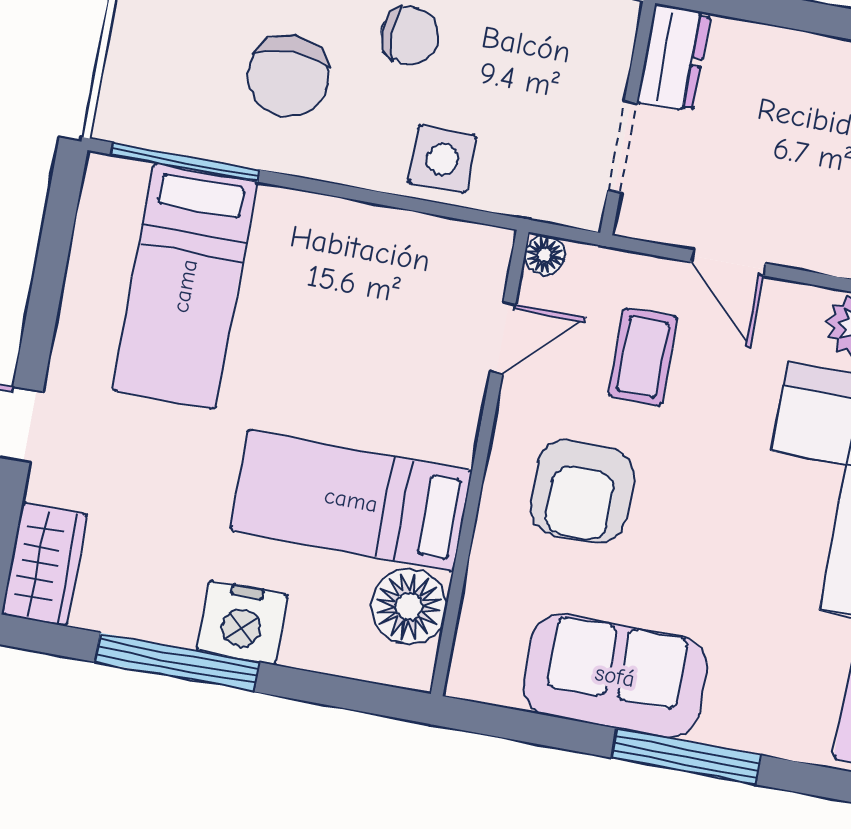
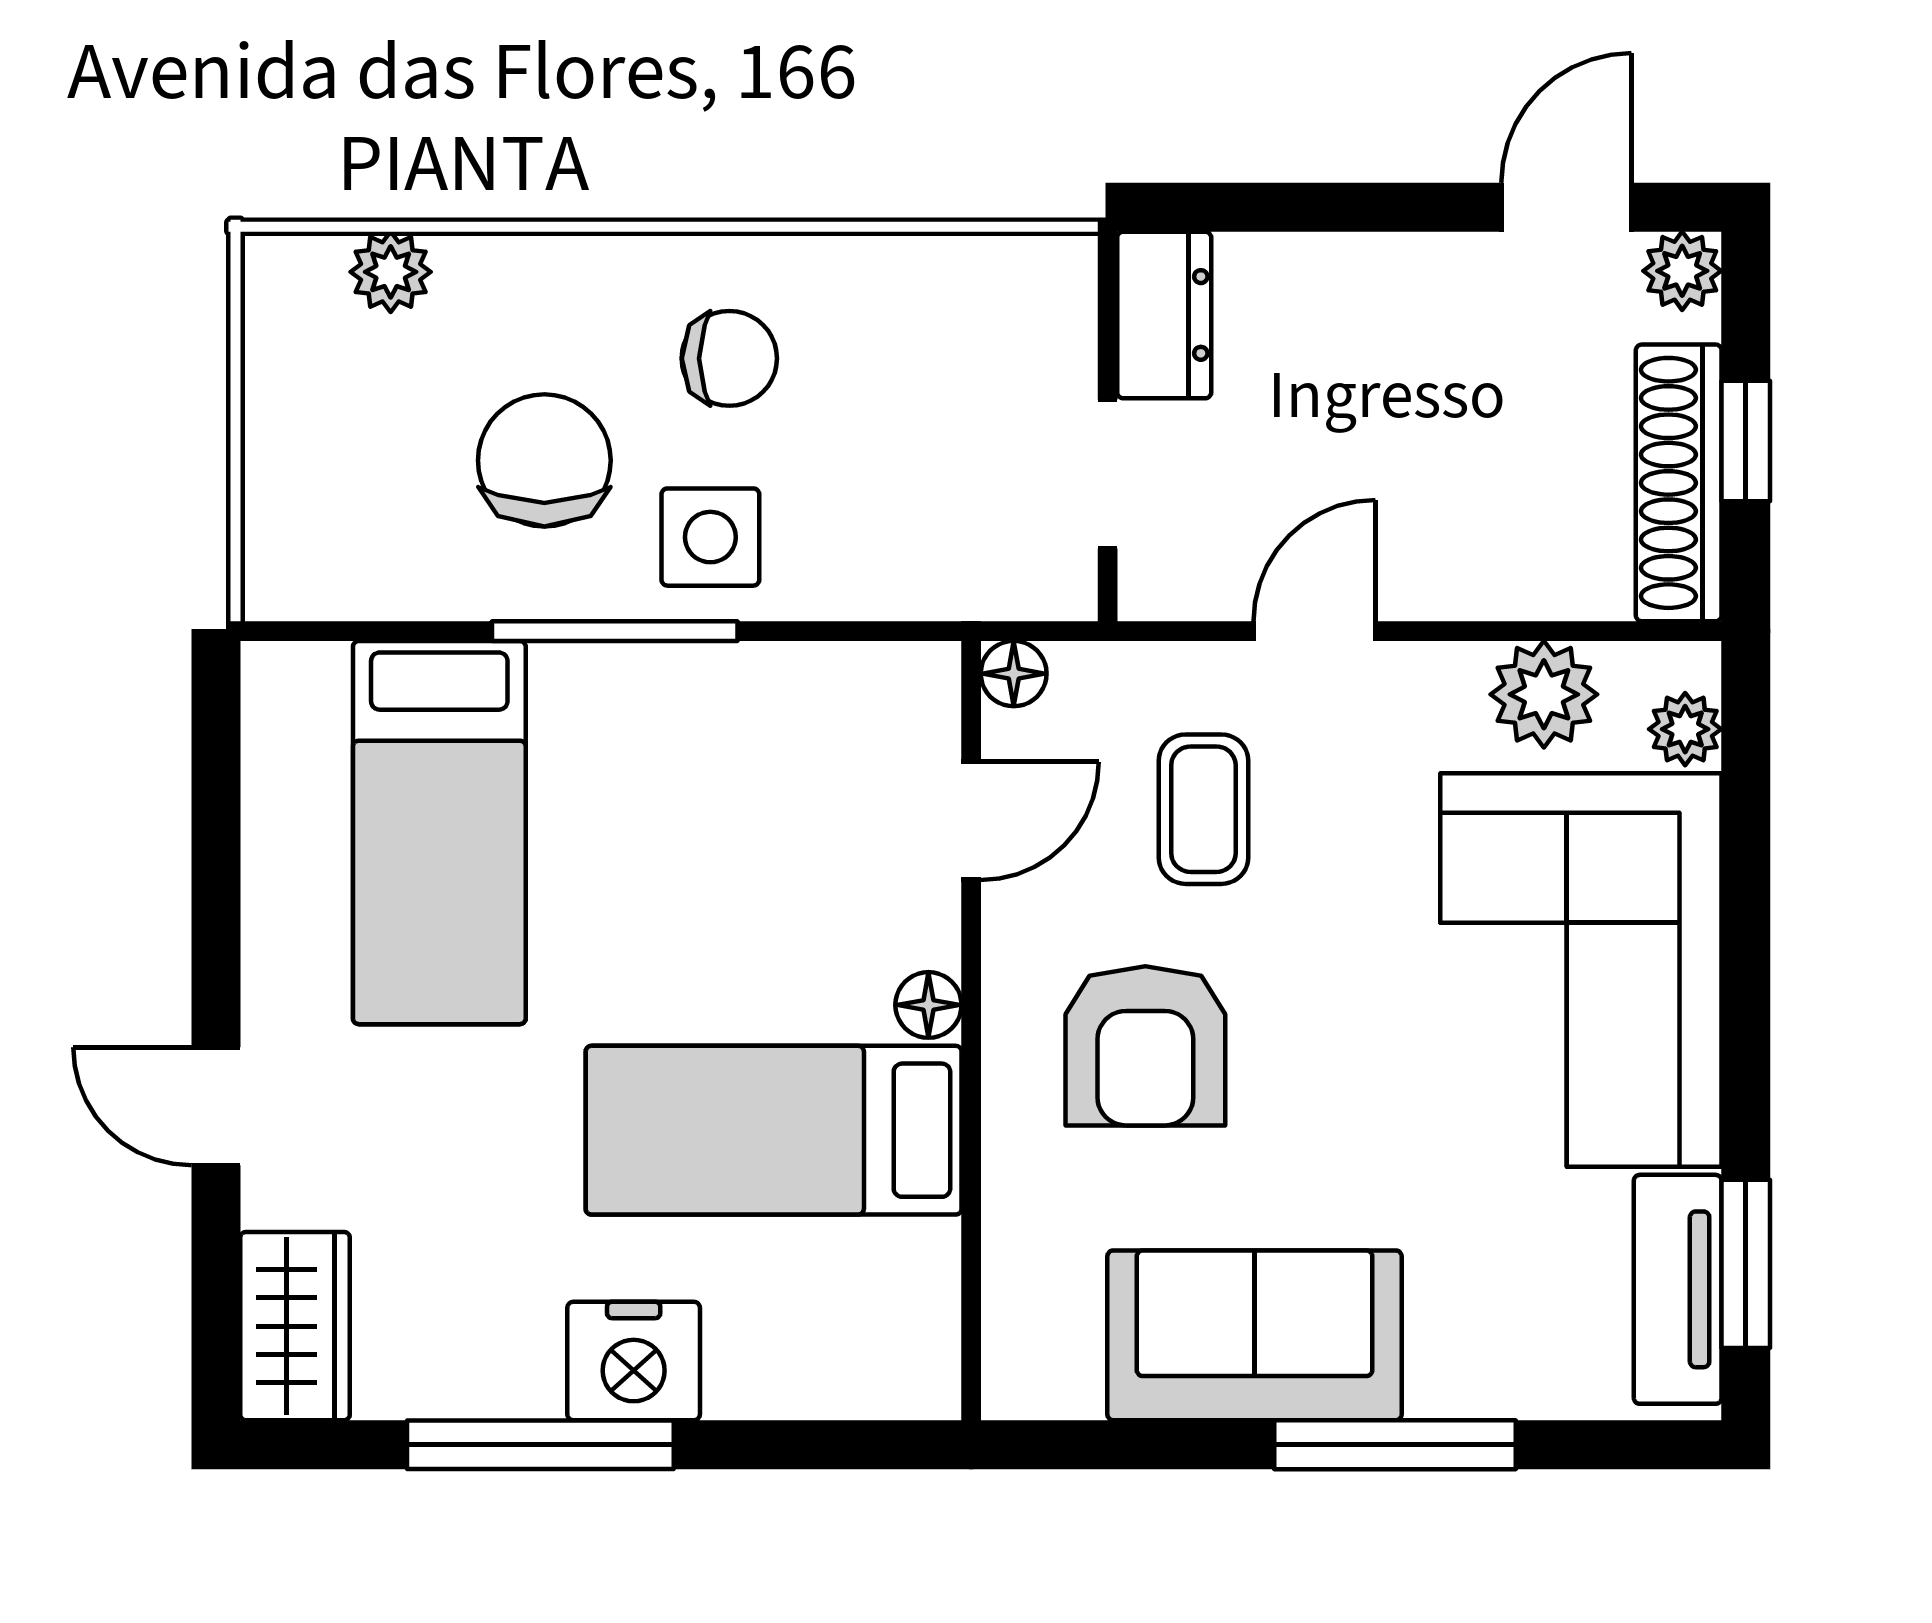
chair: (288, 76) -> (544, 460), turned 180
side table: (442, 159) -> (710, 537), moved
window: (185, 162) -> (615, 631), moved
door: (728, 263) -> (1315, 631), swing flipped
floor lamp: (409, 606) -> (928, 1005), moved, width x0.53, depth x0.53

